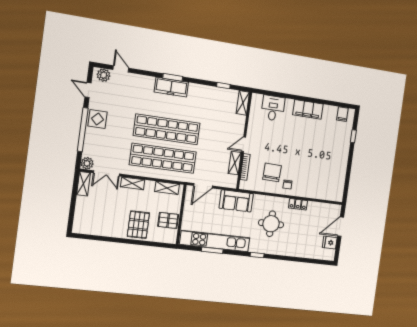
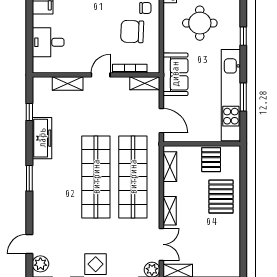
freezer: (171, 87) -> (42, 138), moved
shelving: (243, 103) -> (68, 83), moved
door: (244, 144) -> (101, 75), swing flipped
shelving: (235, 163) -> (145, 83), moved
pallet: (138, 225) -> (221, 197), turned 90

